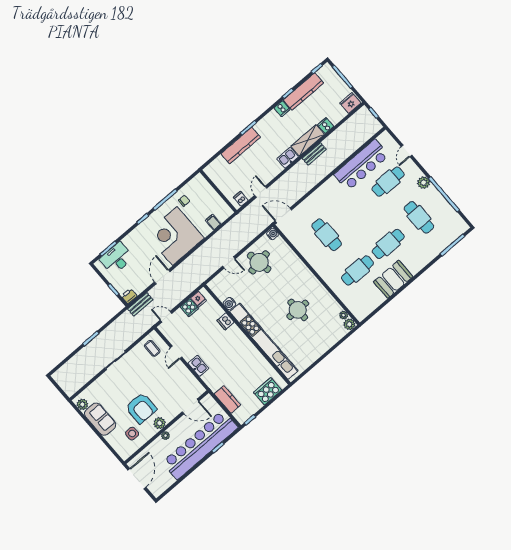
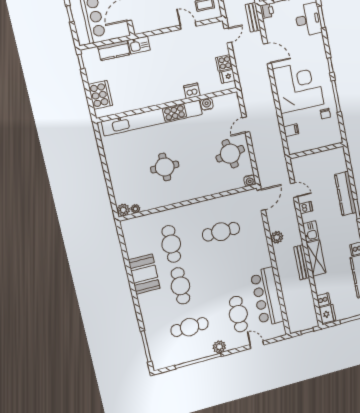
cooker: (326, 126) -> (324, 300), moved
bench: (314, 154) -> (302, 262), width x1.36
plant: (307, 185) -> (277, 237), added
dishwasher: (241, 199) -> (306, 208), moved
kitchen sink: (198, 366) -> (139, 45), moved

